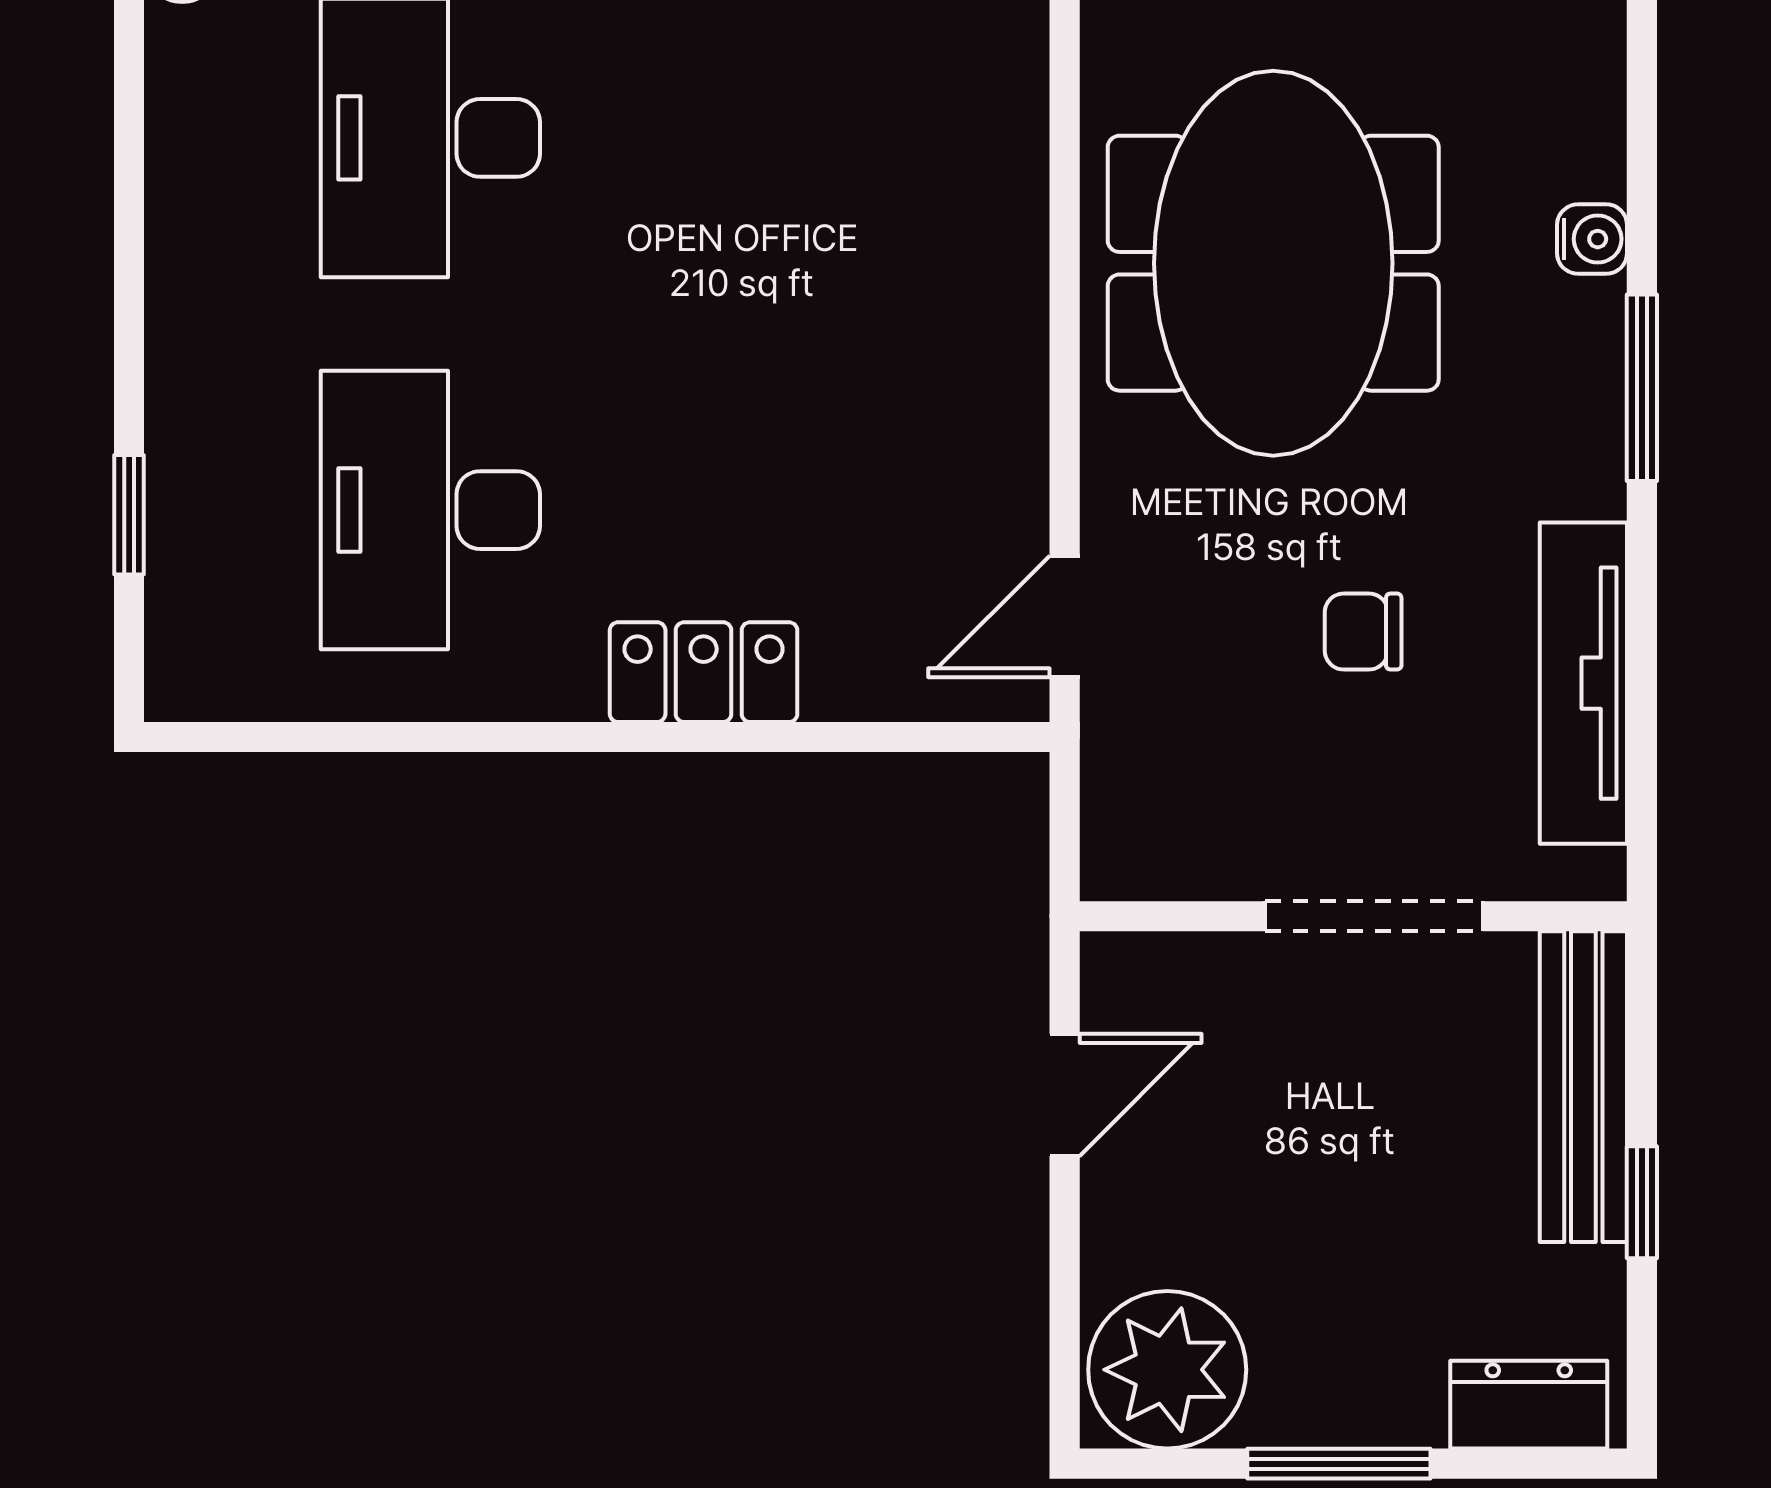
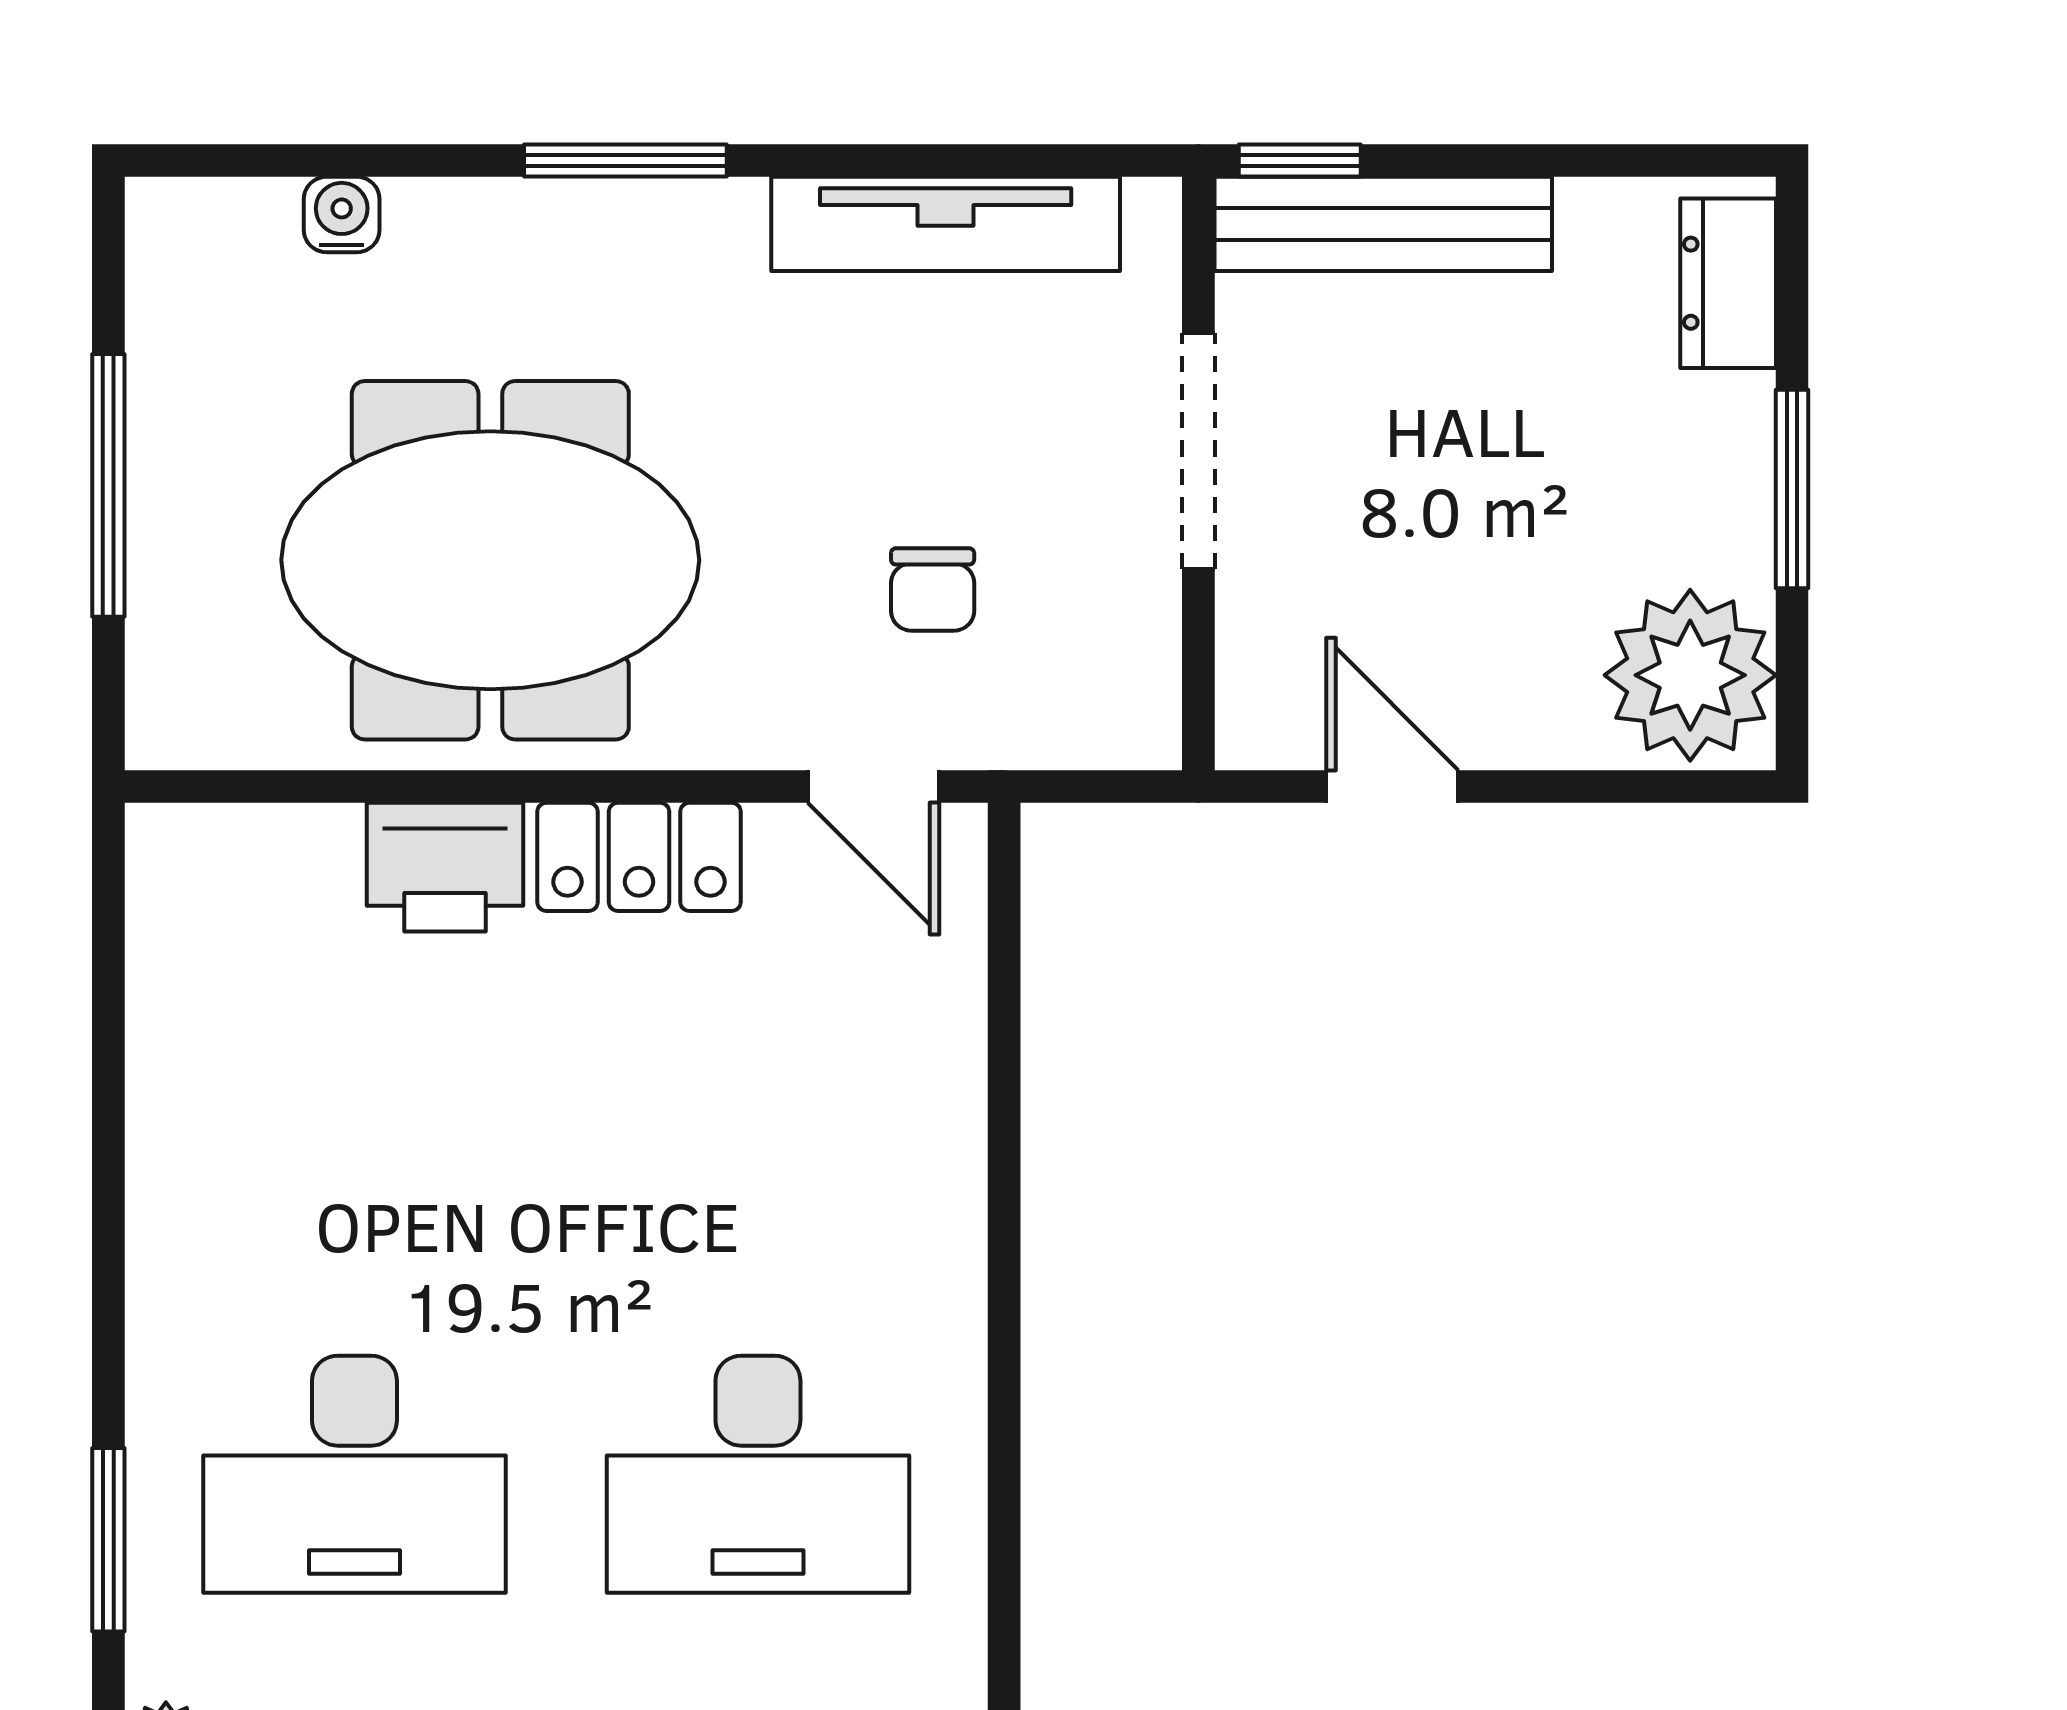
printer: (990, 221) -> (445, 867), added
water cooler: (1592, 239) -> (342, 214), moved
chair: (1363, 632) -> (933, 590), moved
locker: (704, 672) -> (639, 857), moved, turned -90
window: (1642, 1202) -> (1300, 160), moved

